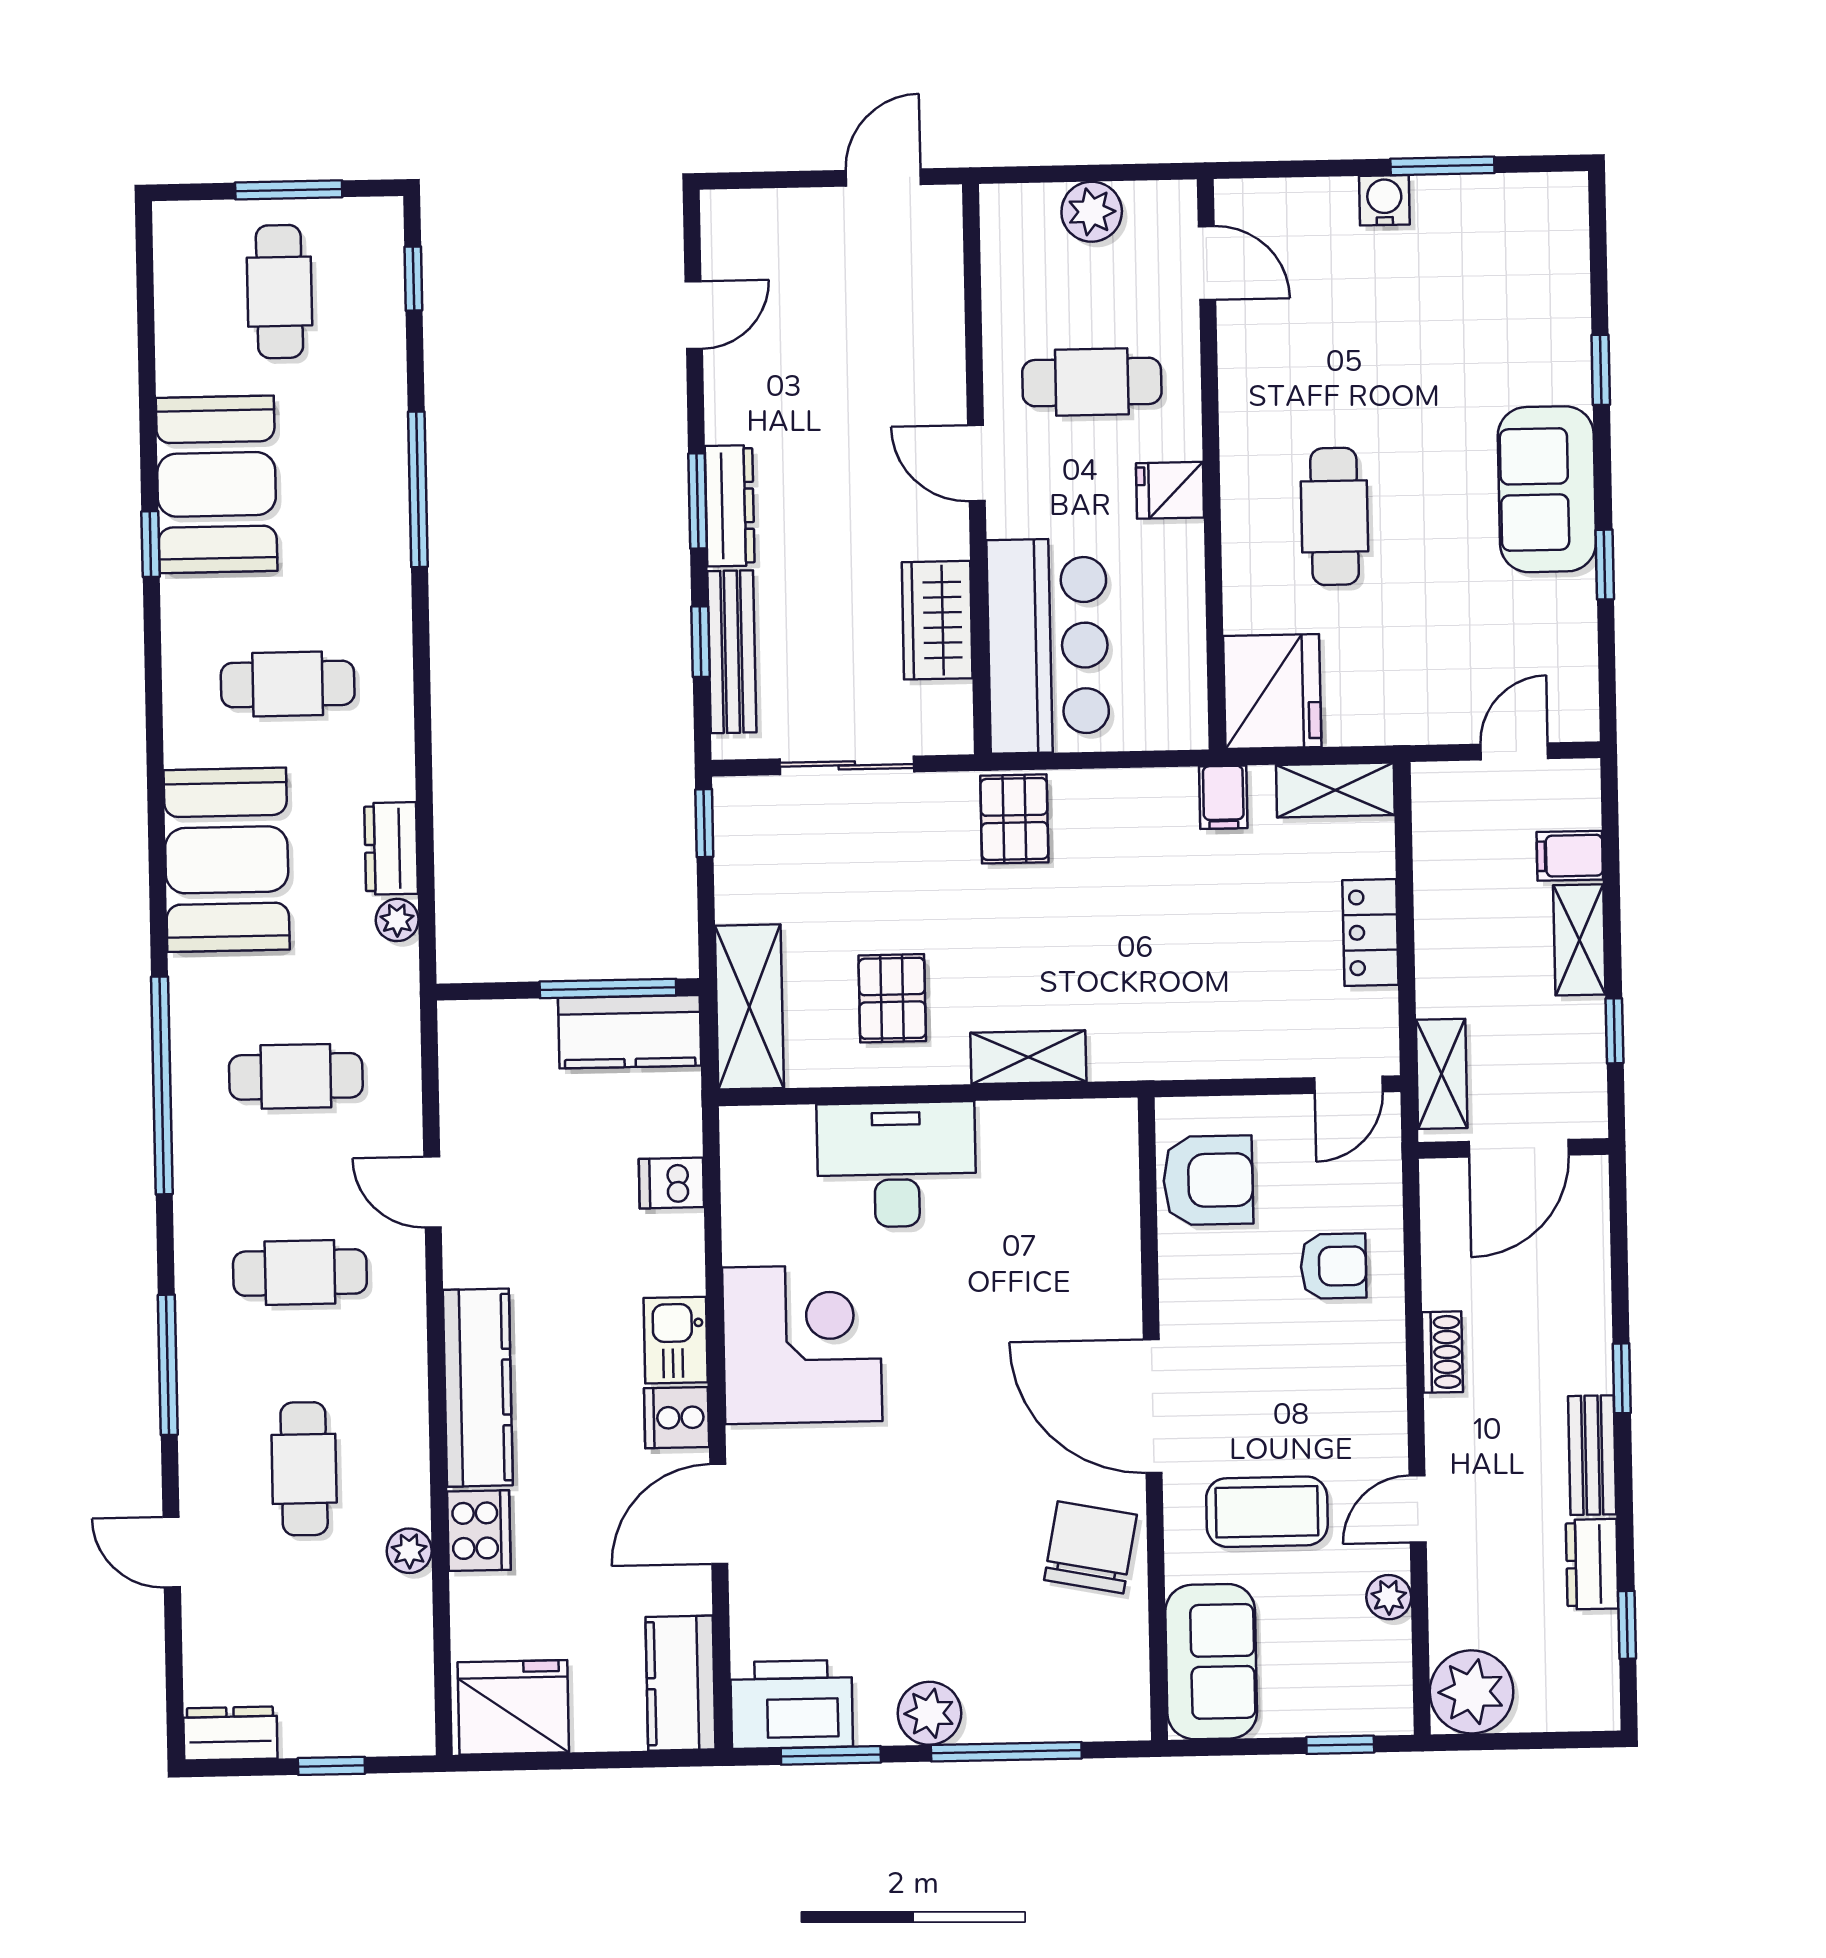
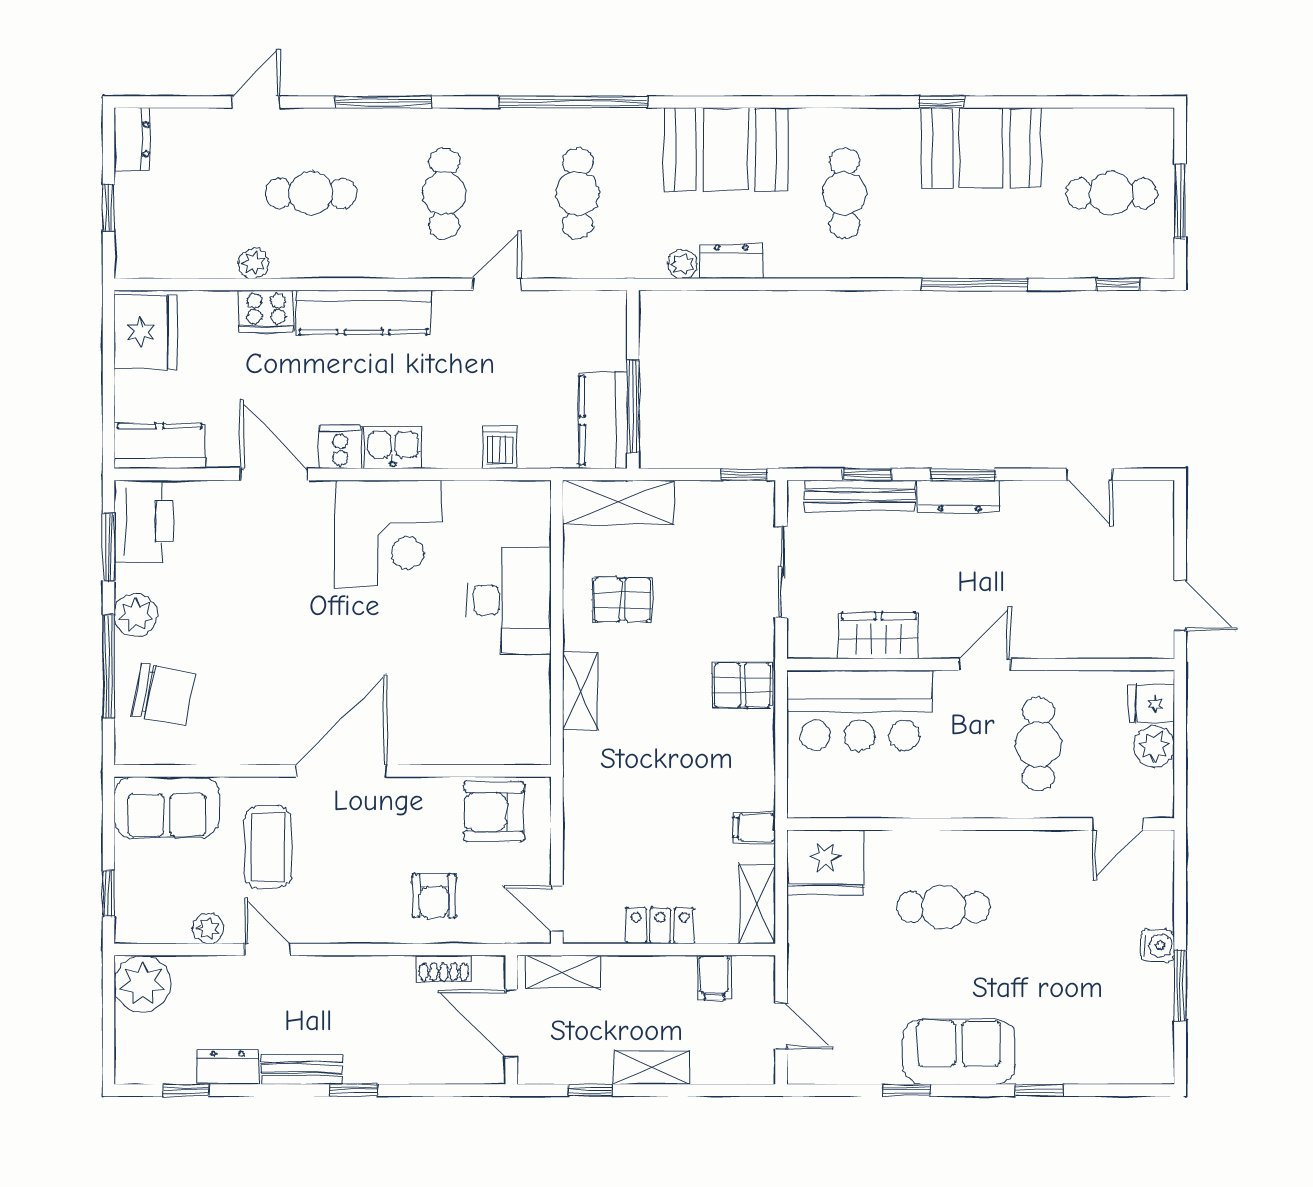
fridge: (1170, 490) -> (1152, 704), moved, turned -90
filing cabinet: (1570, 856) -> (714, 977), moved, turned 180
armchair: (1208, 1180) -> (494, 812), turned 90
shoe rack: (1442, 1352) -> (444, 969), moved
chair: (1090, 1547) -> (164, 695), moved

